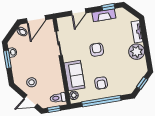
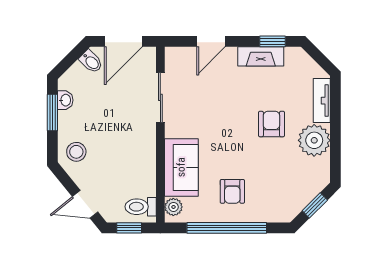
armchair: (97, 50) -> (271, 124), moved
stool: (32, 82) -> (76, 152), moved

